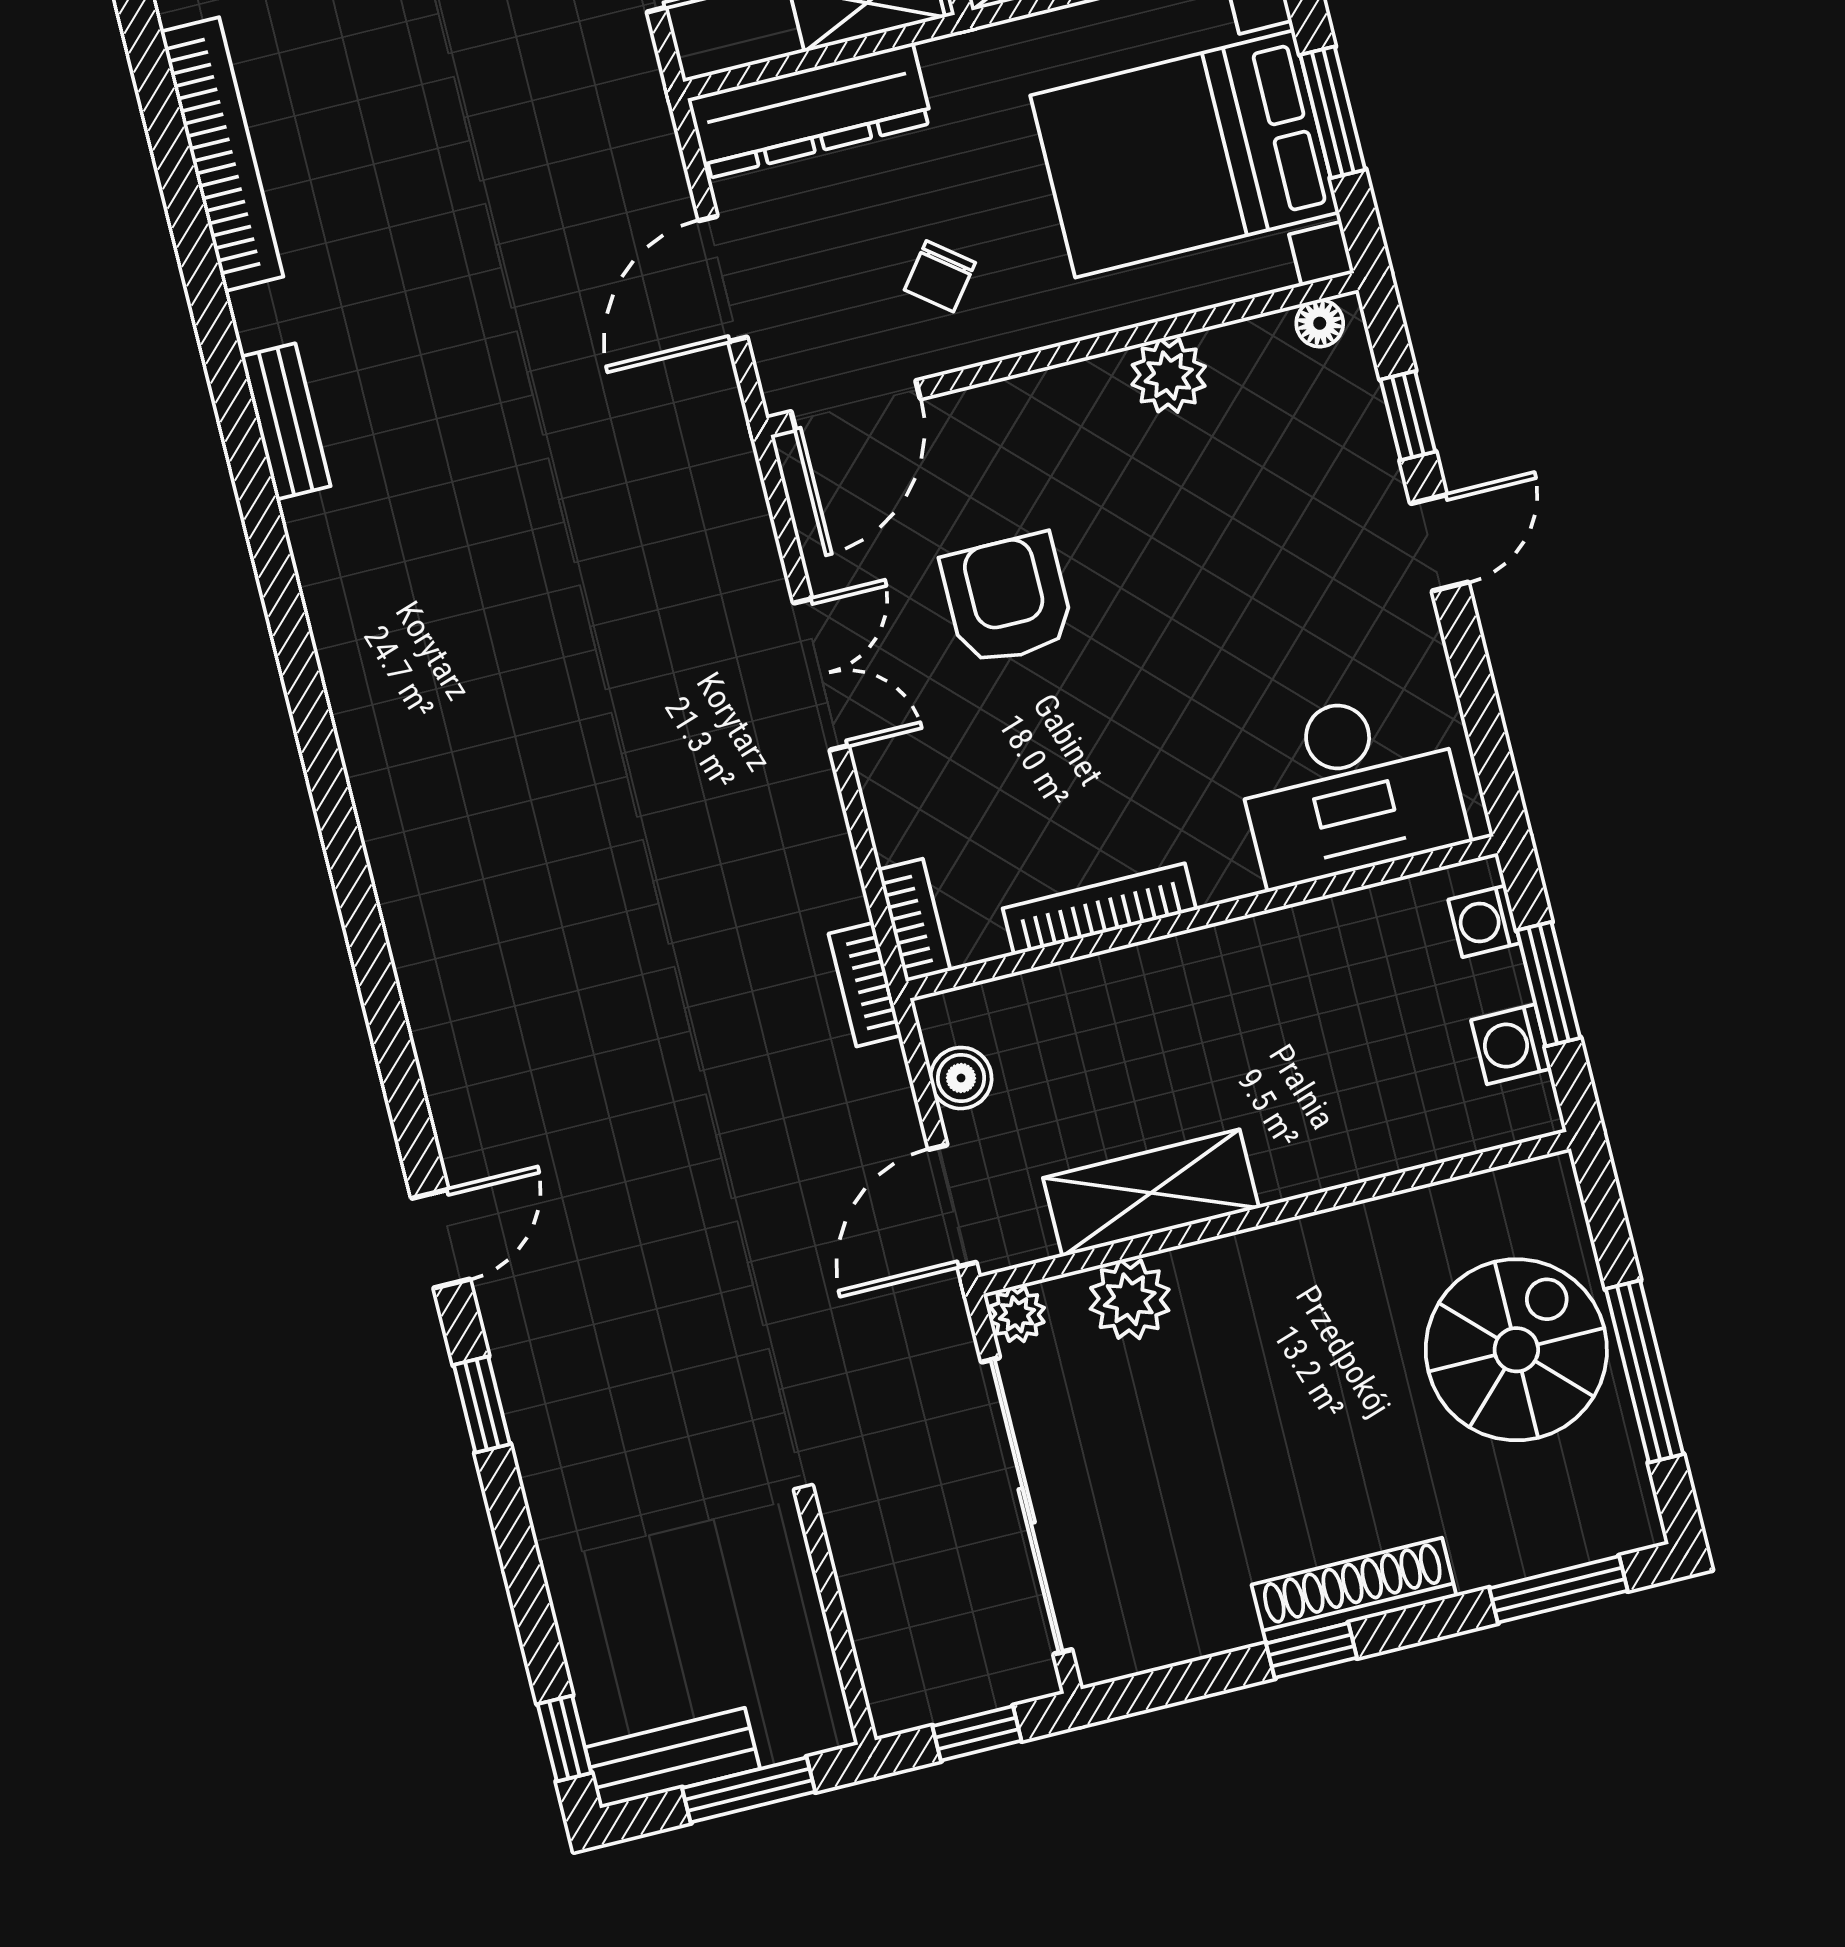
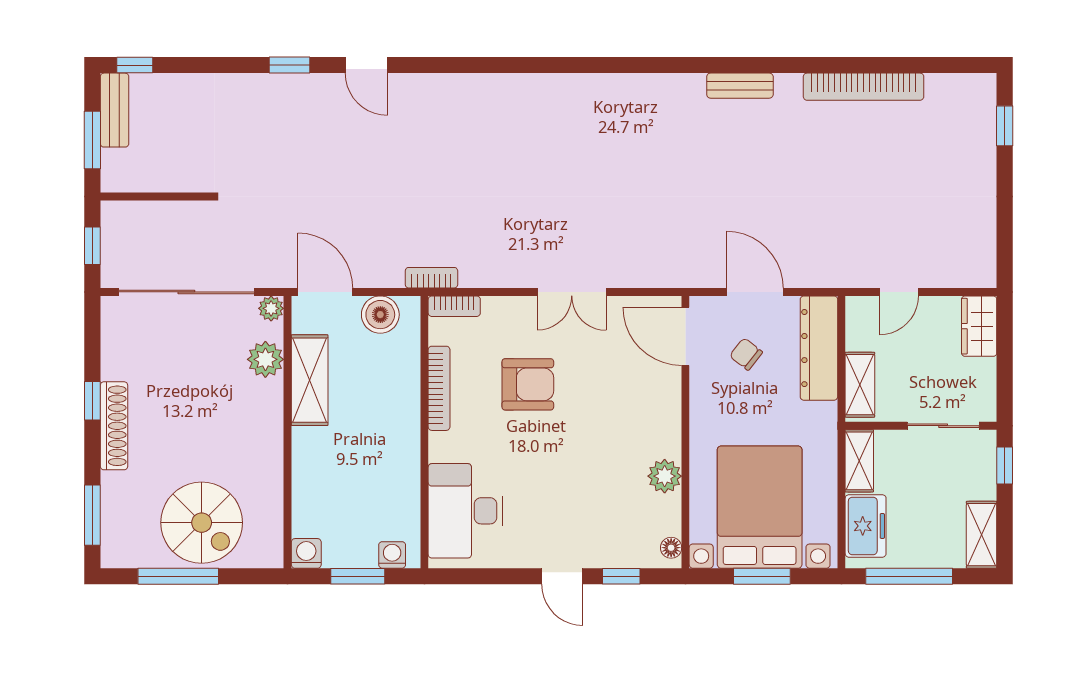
chair: (940, 276) -> (746, 354), moved
armchair: (1007, 599) -> (528, 384), moved
washing machine: (1511, 1044) -> (306, 553), moved
boiler: (961, 1078) -> (380, 315), width x1.36, depth x1.36

